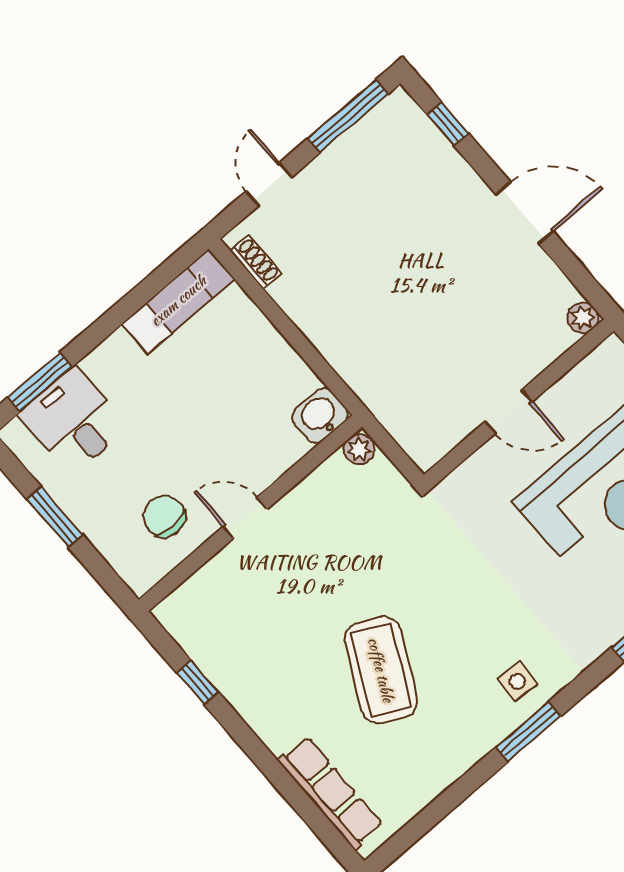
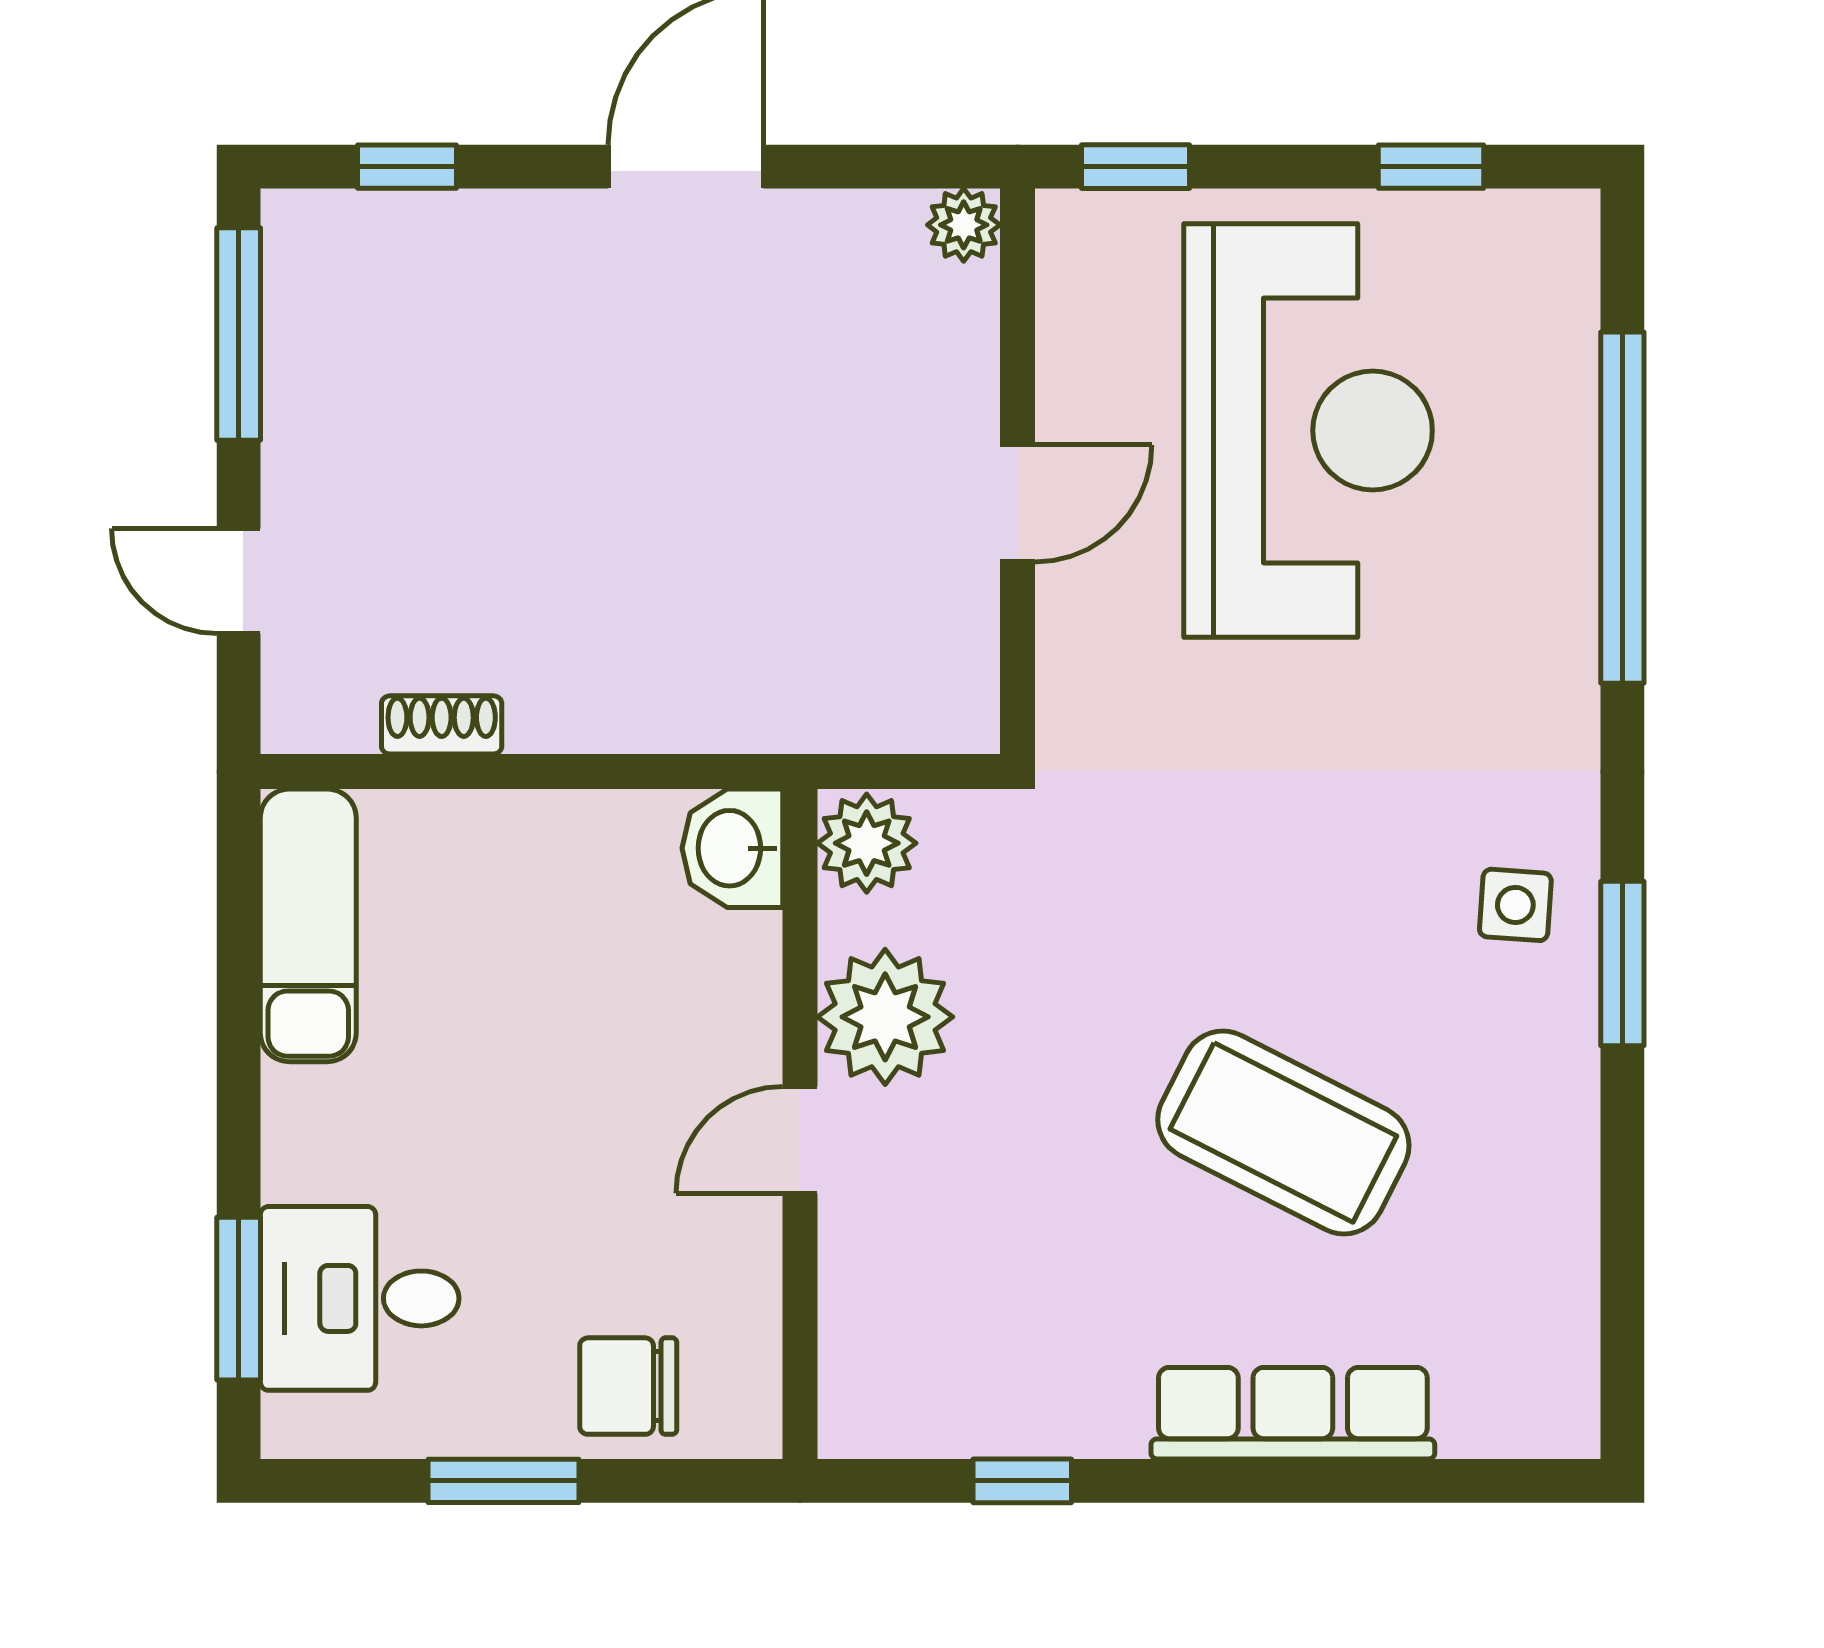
shoe rack: (256, 262) -> (442, 725), moved
plant: (359, 449) -> (867, 843), width x1.38, depth x1.38
plant: (308, 511) -> (885, 1017), added
chair: (164, 516) -> (628, 1386), moved
row of seats: (330, 793) -> (1293, 1413), moved

